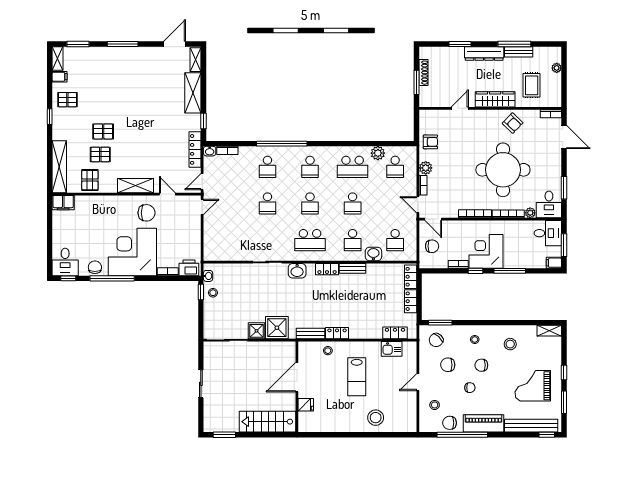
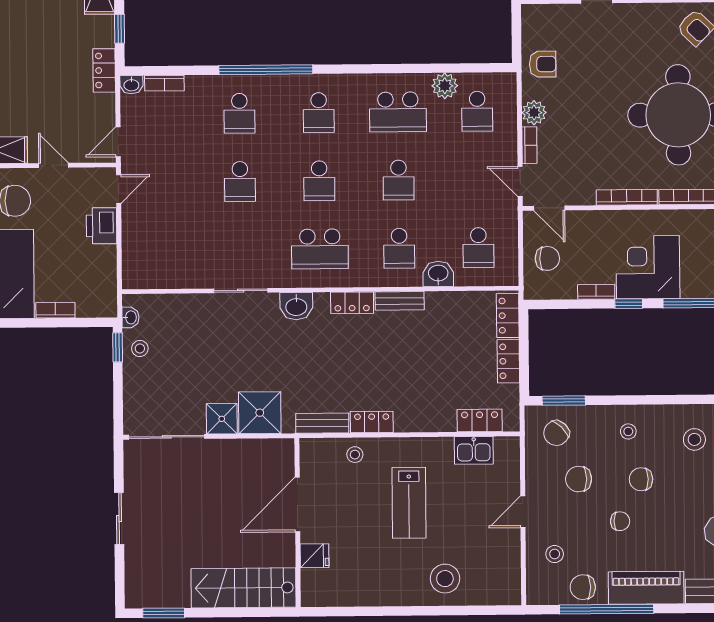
locker: (195, 149) -> (104, 70), width x0.66
printer: (189, 268) -> (102, 226), moved, turned -90

